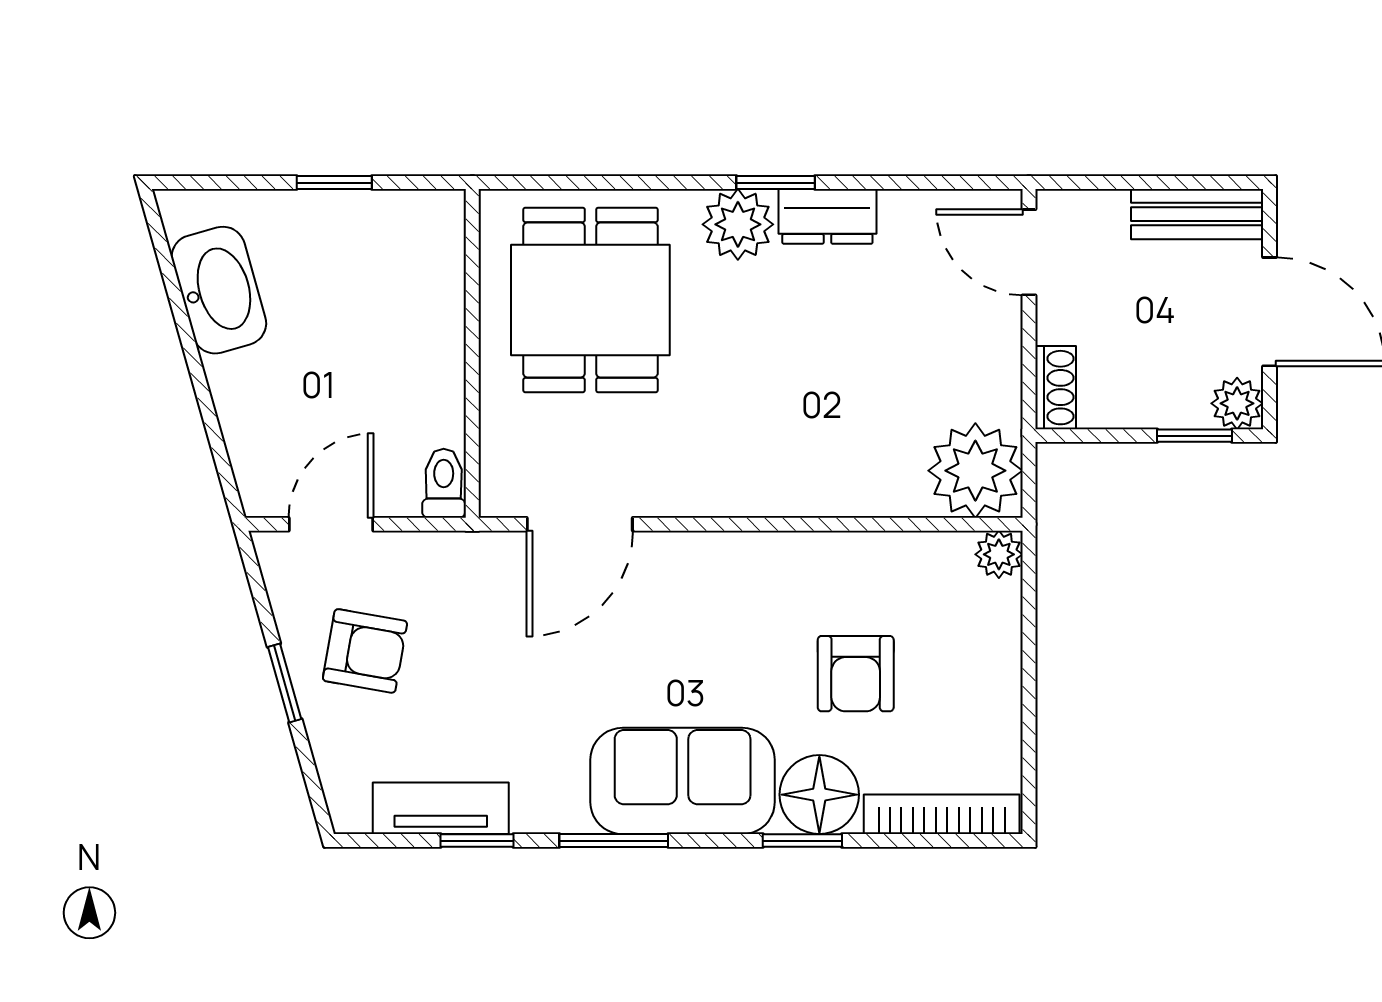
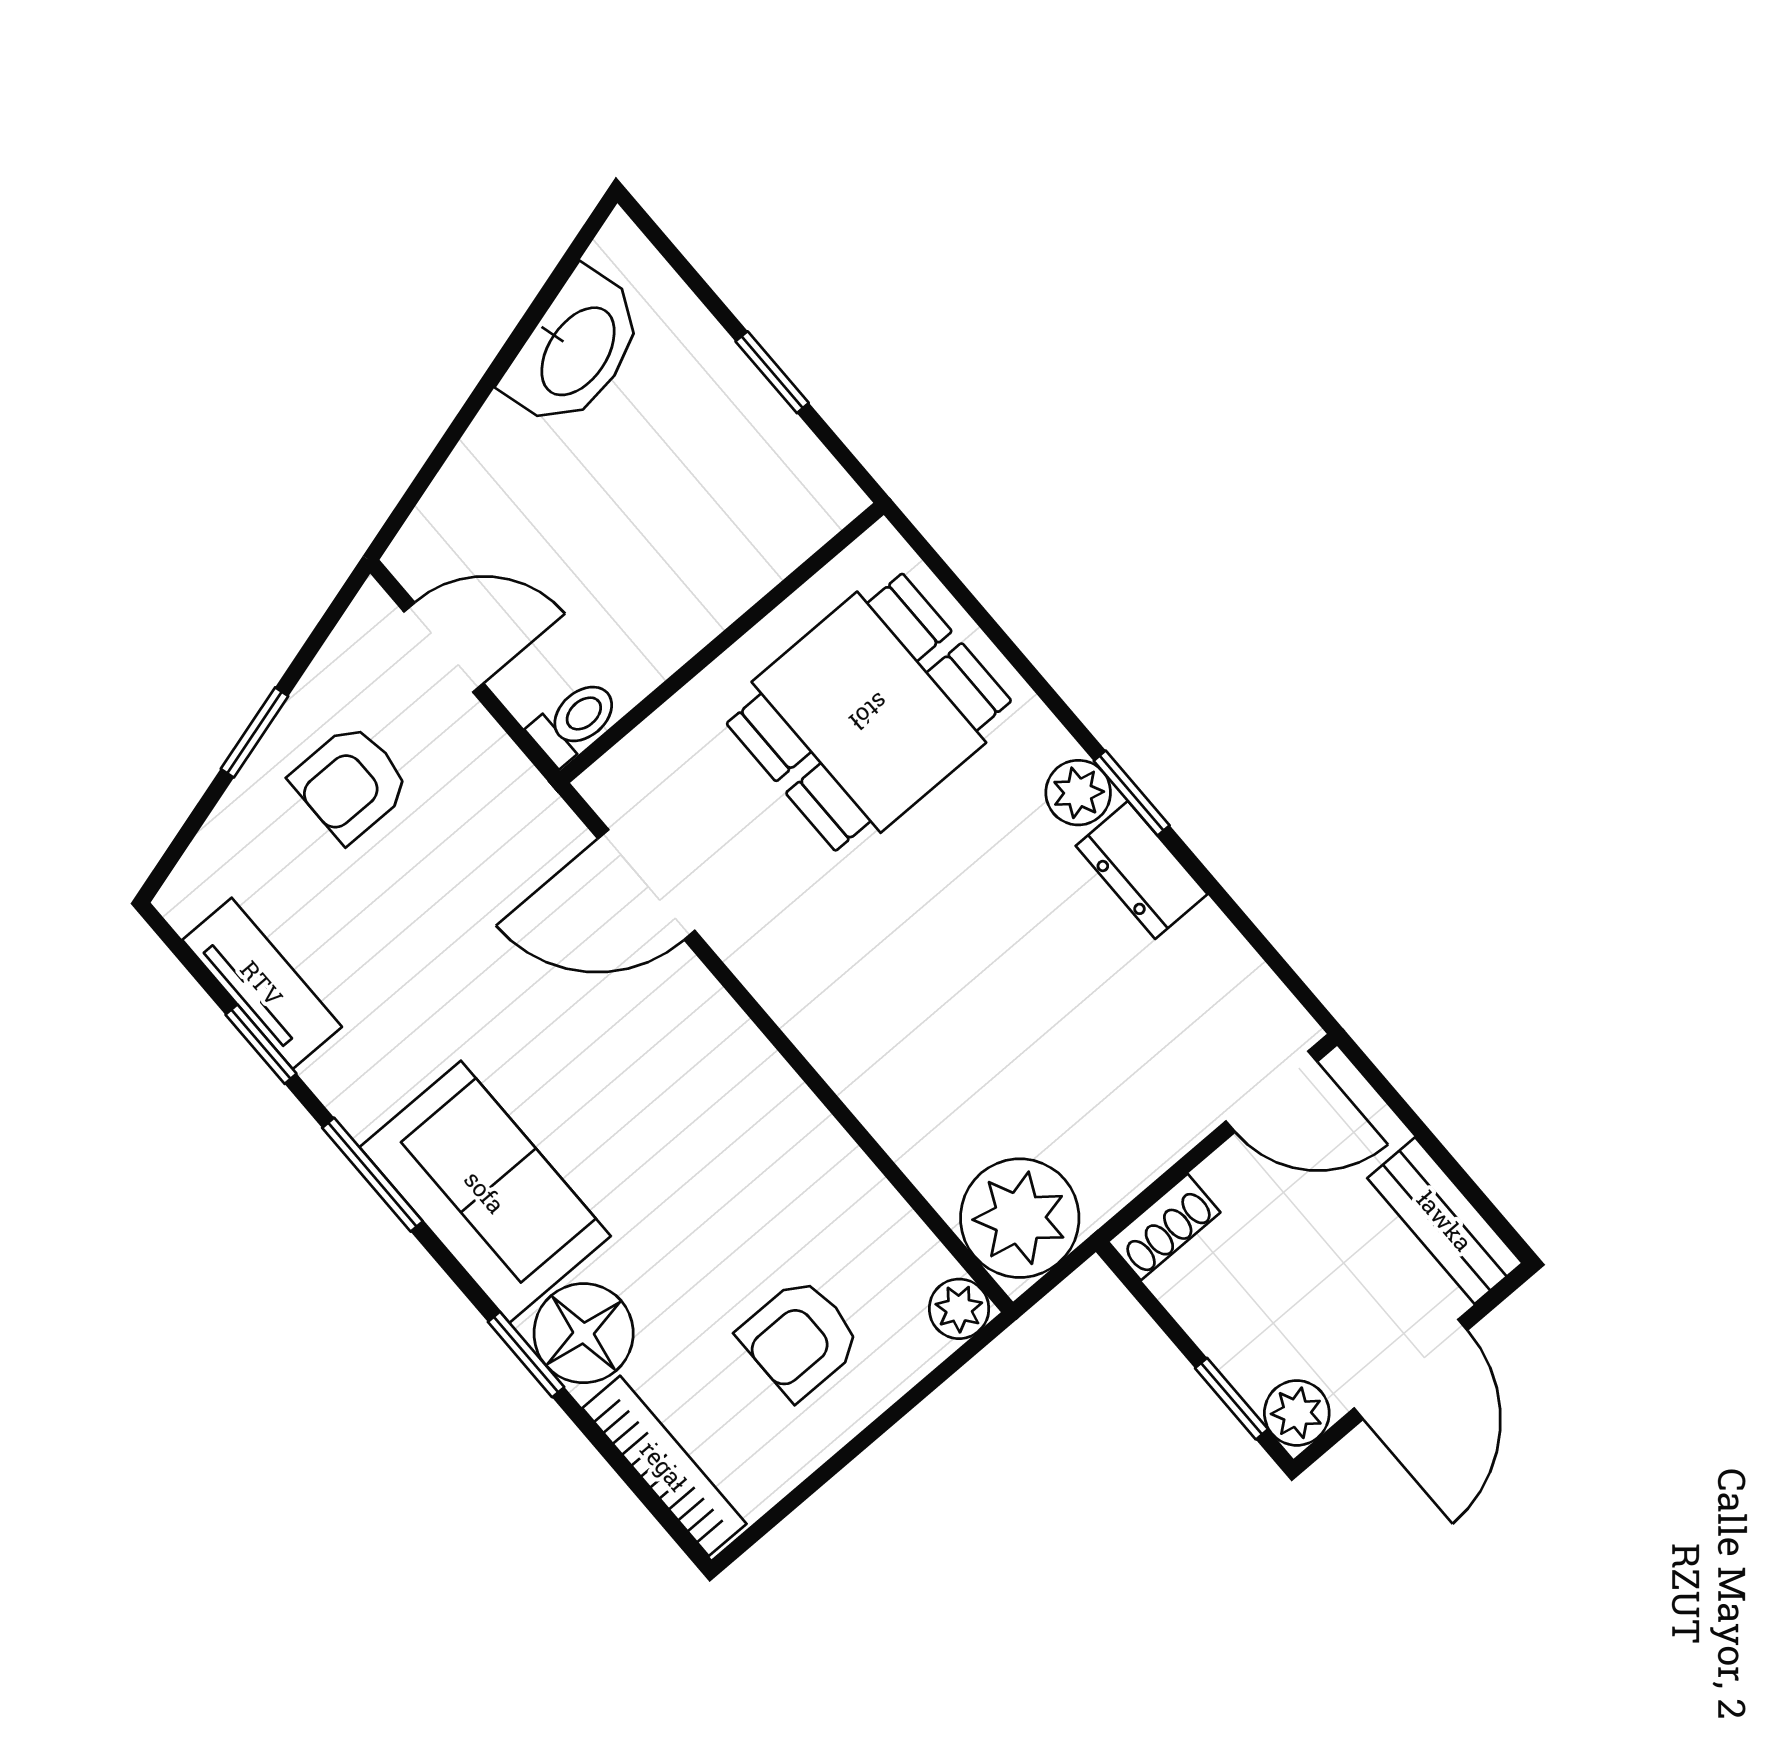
plant: (738, 224) -> (1078, 793), width x0.73, depth x0.73
door: (1029, 252) -> (1272, 1092), swing flipped
armchair: (365, 651) -> (351, 783), turned 80
armchair: (856, 674) -> (800, 1338), moved

